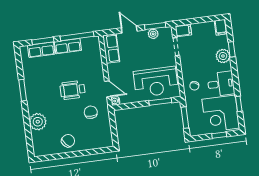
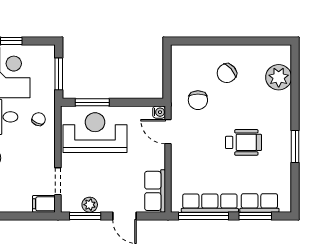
row of seats: (68, 46) -> (210, 203), width x1.48
wheelchair: (73, 90) -> (243, 142), moved
plant: (38, 122) -> (279, 77), moved
chair: (68, 141) -> (227, 73), moved

